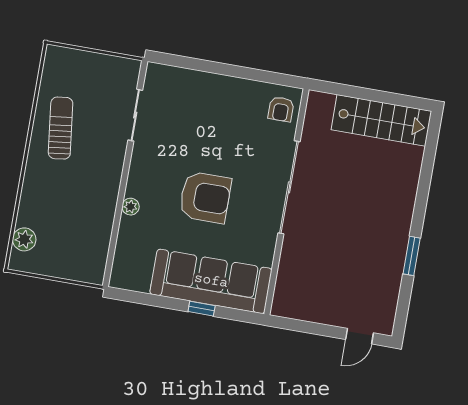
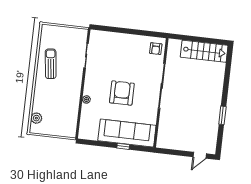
armchair: (205, 197) -> (122, 93), turned -90

